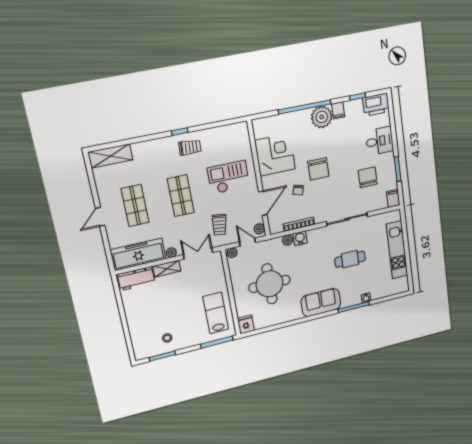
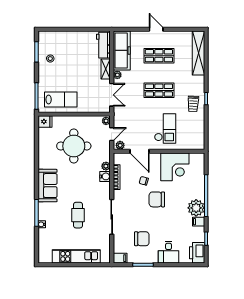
shelving: (110, 156) -> (199, 53), width x1.47
trolley: (219, 225) -> (130, 115), removed

